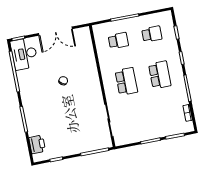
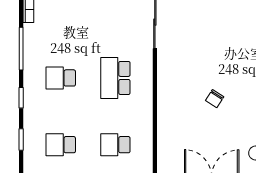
school desk: (160, 75) -> (61, 78), width x0.54

